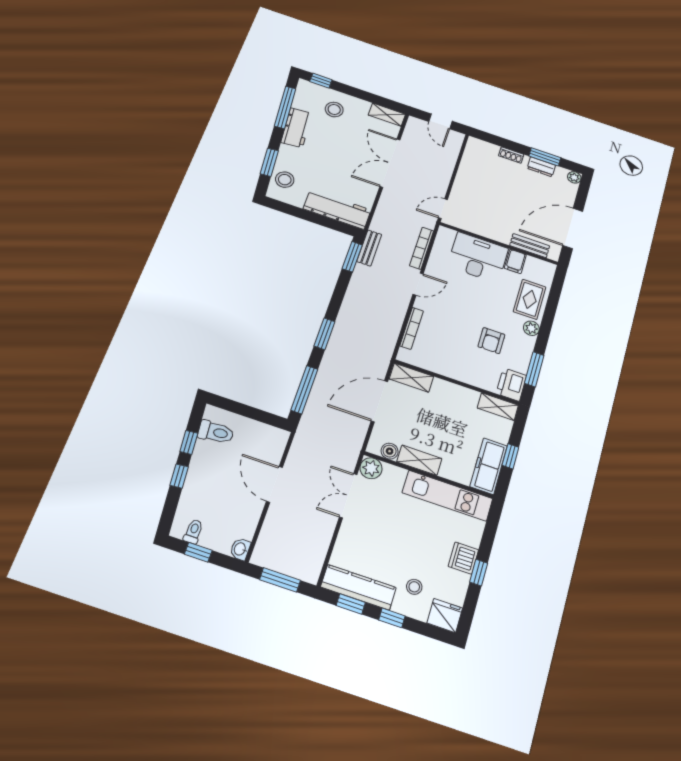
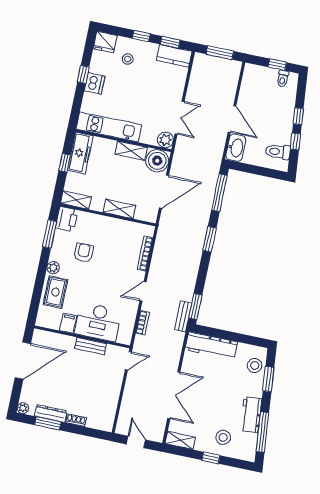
window: (321, 81) -> (211, 458), moved
dresser: (541, 167) -> (51, 413), width x1.44
bench: (530, 246) -> (91, 346), moved
bookcase: (422, 248) -> (143, 323), width x0.64
shelving: (411, 378) -> (119, 209), moved
boiler: (390, 451) -> (157, 161), width x1.86, depth x1.86
washbasin: (240, 549) -> (236, 148), moved, width x1.91, depth x1.45
kitchen counter: (358, 587) -> (174, 56), width x0.67

